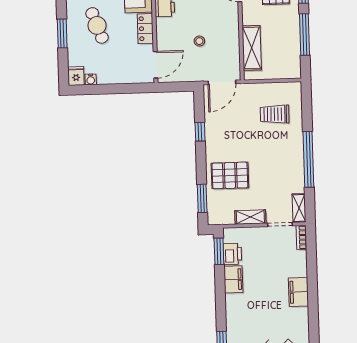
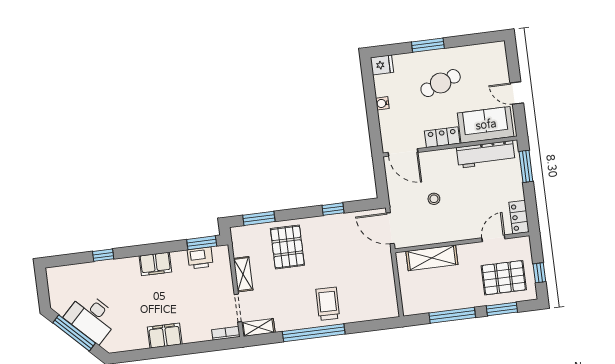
water cooler: (91, 80) -> (382, 103), moved
trolley: (275, 114) -> (328, 304), moved
filing cabinet: (233, 279) -> (155, 264), moved

